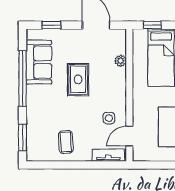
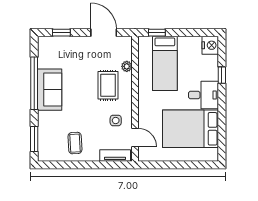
sofa: (39, 62) -> (50, 90), moved
rug: (78, 79) -> (108, 85), moved
door: (129, 136) -> (135, 138), swing flipped

